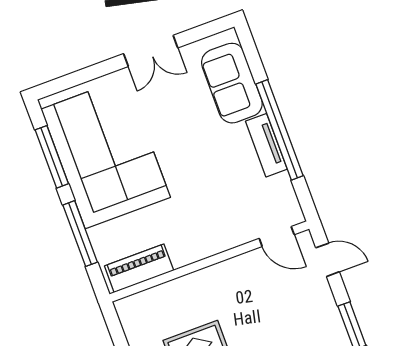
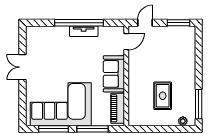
double door: (151, 51) -> (22, 67), swing flipped
sofa: (232, 83) -> (114, 74), moved, turned 90

